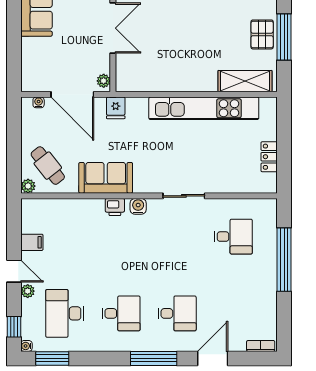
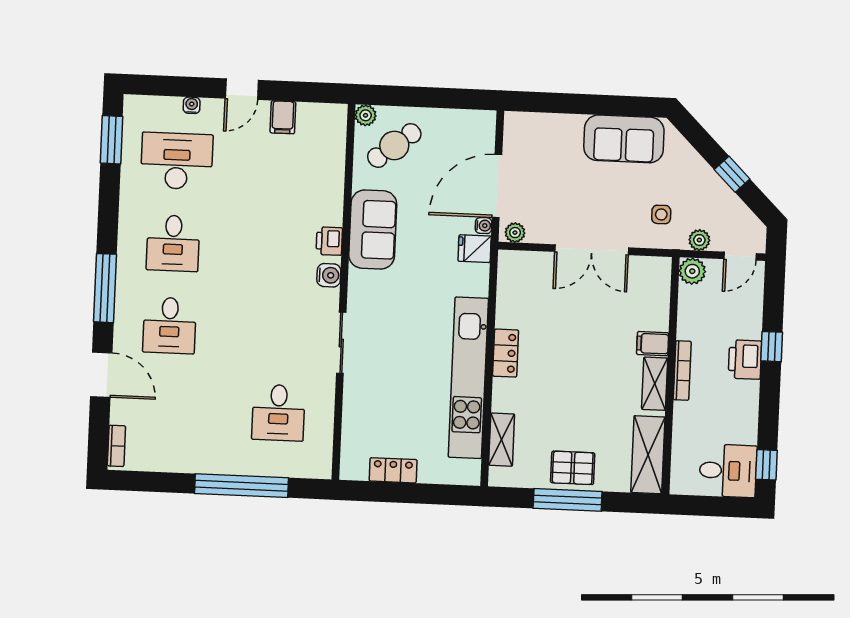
shelving: (245, 81) -> (502, 440), width x0.67, depth x0.75
locker: (186, 84) -> (506, 353), added
water cooler: (39, 102) -> (484, 226), moved
plant: (28, 291) -> (212, 108), removed
window: (14, 327) -> (160, 86), removed
water cooler: (26, 346) -> (192, 105), moved

